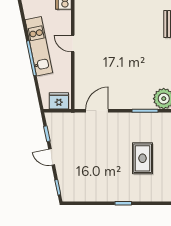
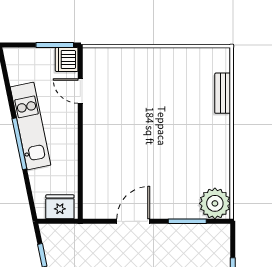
door: (73, 44) -> (80, 91), moved
door: (97, 111) -> (133, 221), moved

